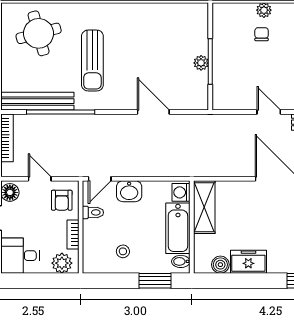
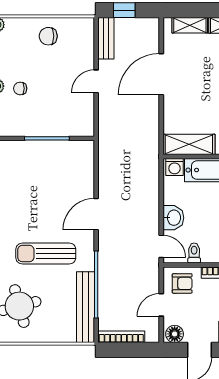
sun lounger: (92, 60) -> (46, 254), turned 180
plant: (201, 63) -> (48, 147), removed
door: (153, 112) -> (96, 214), moved

